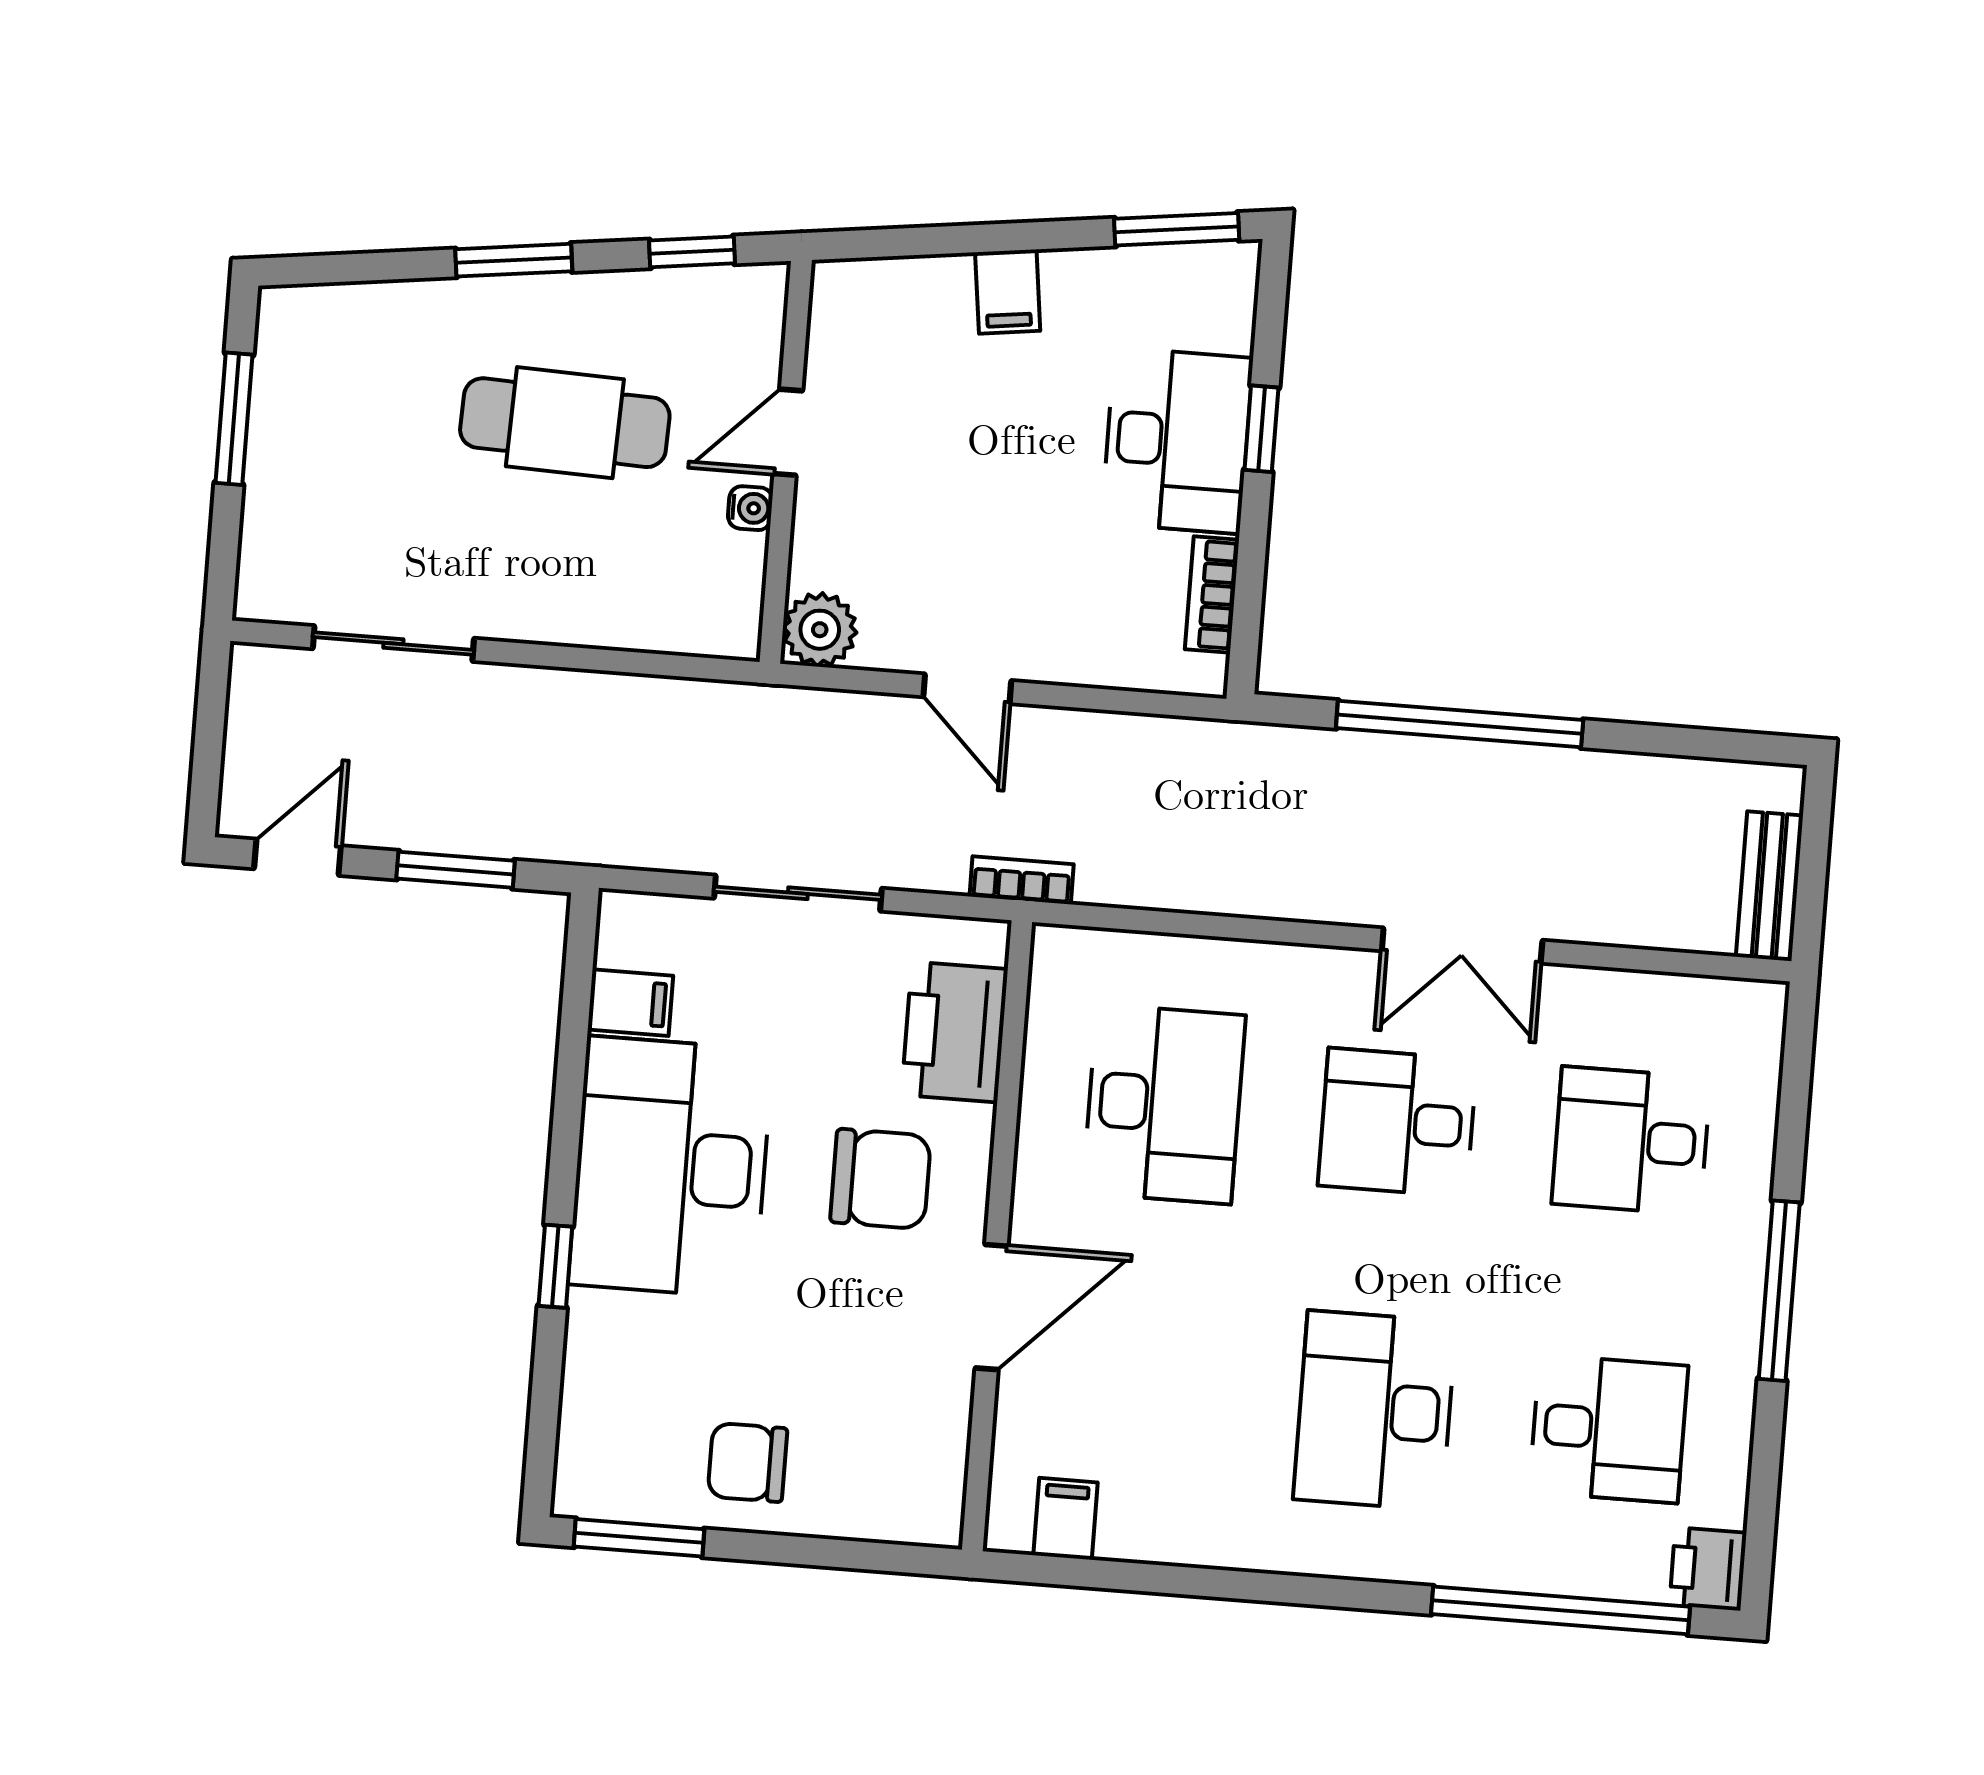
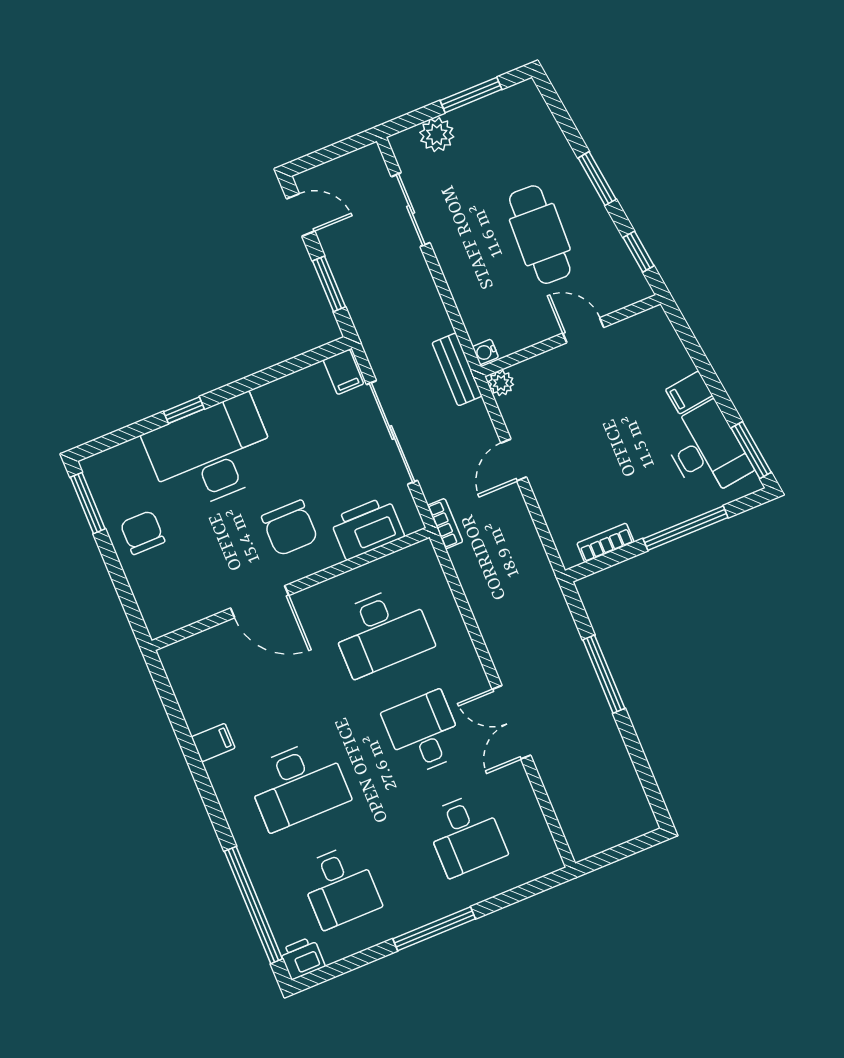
window: (1261, 429) -> (686, 528), width x2.17
desk: (1177, 441) -> (706, 450), moved, turned -97
water cooler: (750, 508) -> (485, 352), moved, turned 90
plant: (276, 522) -> (437, 135), added
plant: (820, 630) -> (501, 383), width x0.73, depth x0.73
window: (1460, 724) -> (604, 674), width x0.68
bench: (1769, 886) -> (457, 369), moved, turned 90
sliding door: (798, 893) -> (392, 432), width x1.37
filing cabinet: (630, 1003) -> (343, 372), moved
desk: (1631, 1141) -> (465, 835), turned 180
desk: (671, 1167) -> (211, 454), moved
desk: (1375, 1410) -> (298, 785), turned 180
filing cabinet: (1066, 1519) -> (213, 743), moved

